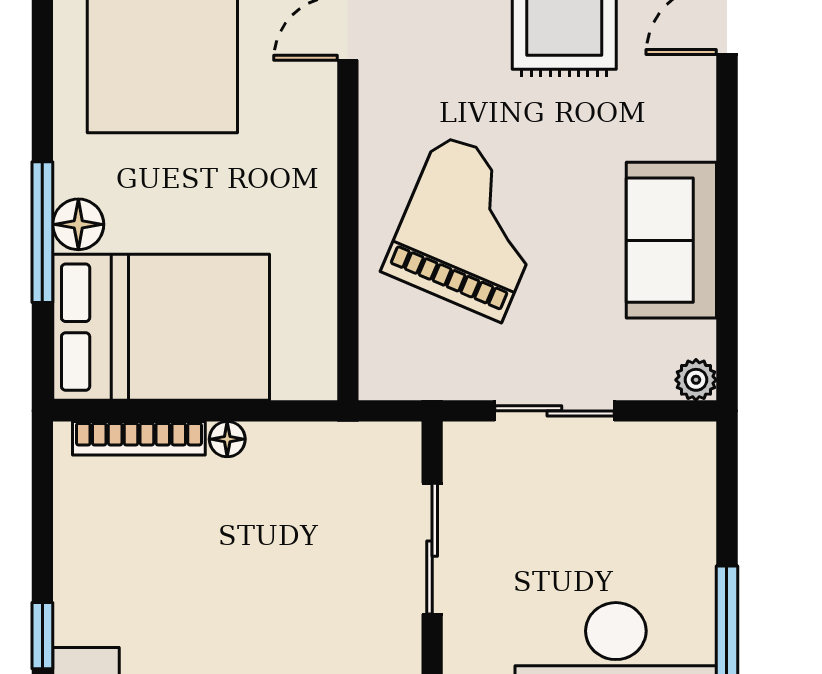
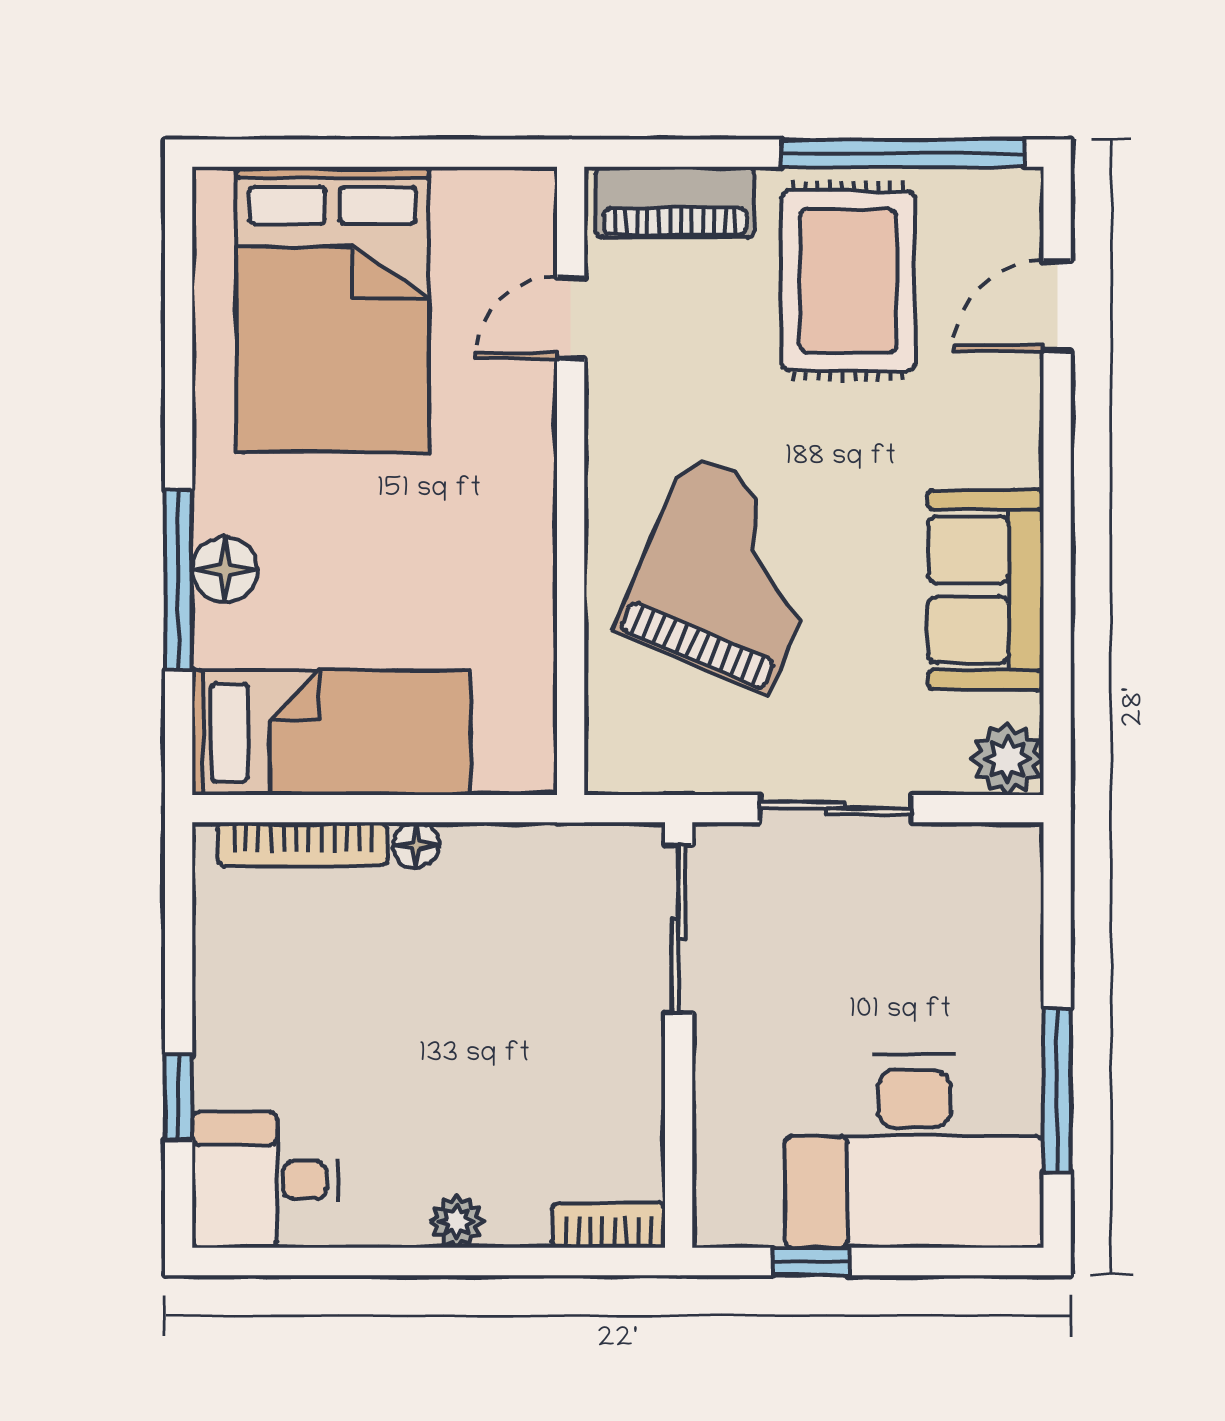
bed: (161, 327) -> (331, 733), width x0.67
plant: (696, 380) -> (1007, 759), width x1.38, depth x1.38
sliding door: (432, 549) -> (679, 929), moved

